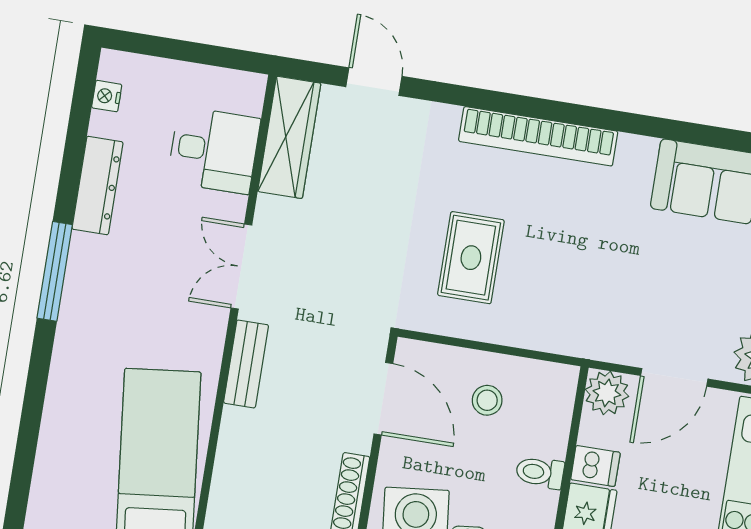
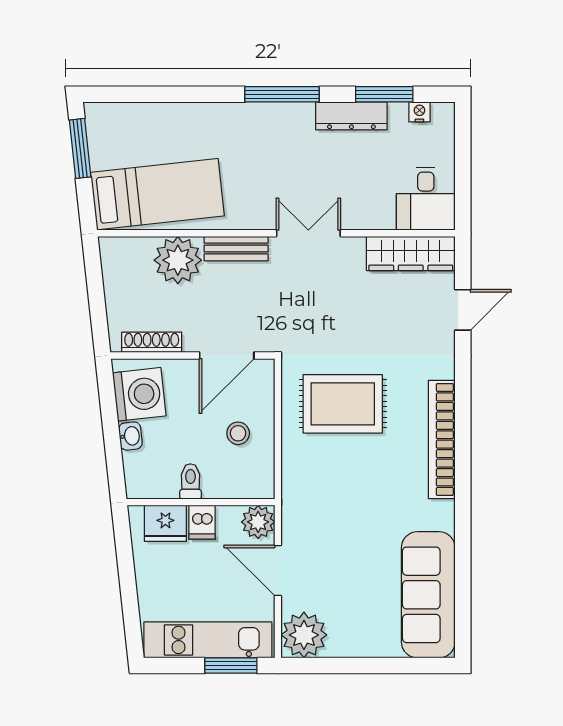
window: (76, 138) -> (384, 94), added
desk: (214, 150) -> (426, 199), moved
rug: (471, 258) -> (343, 404), width x1.36, depth x1.43
plant: (249, 442) -> (178, 260), added

